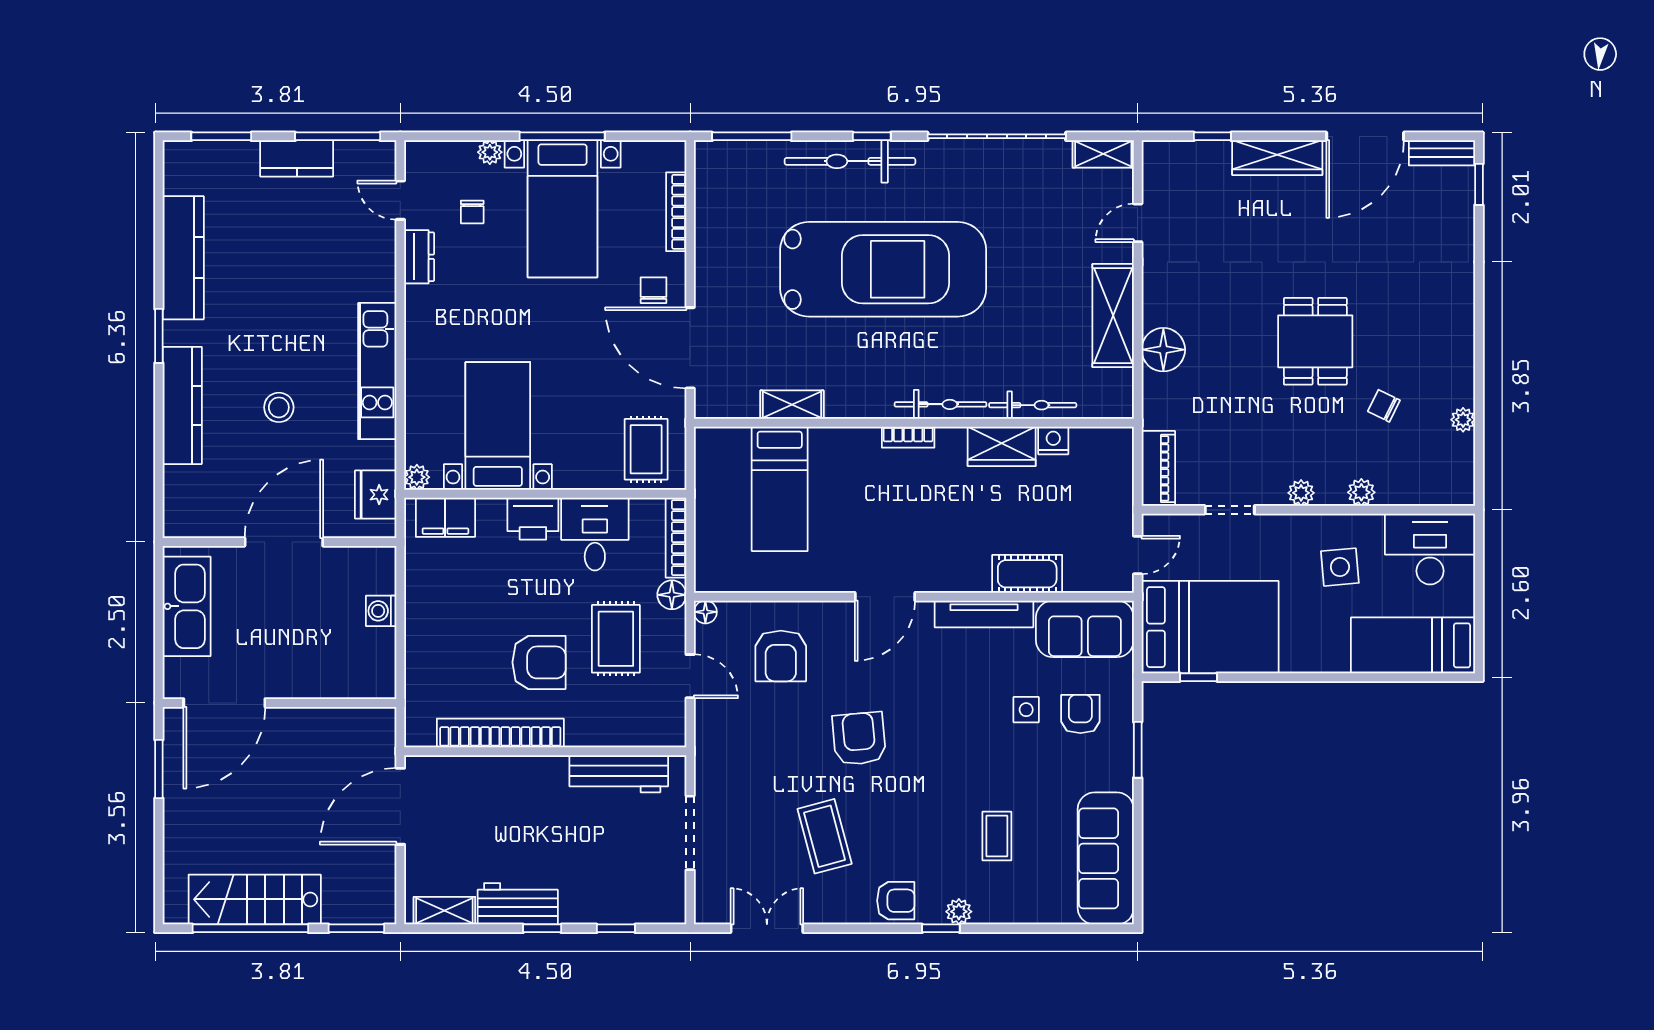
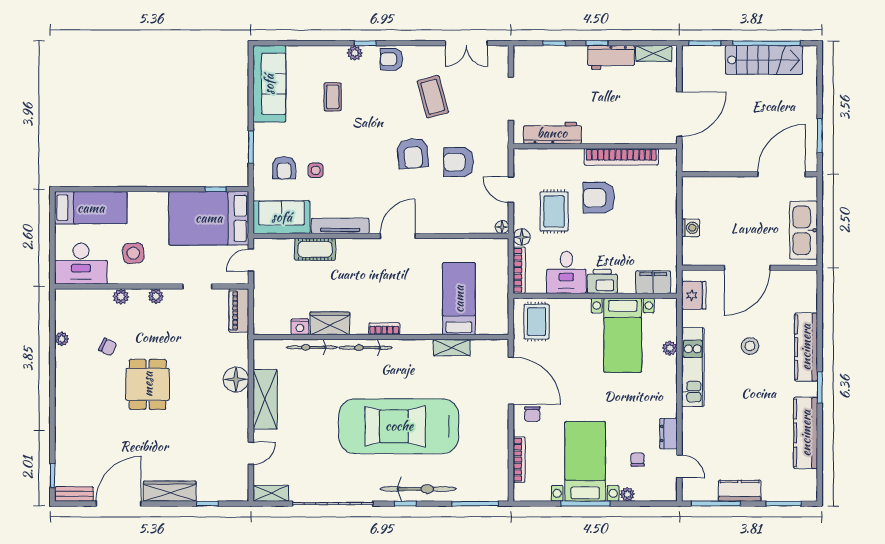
plant: (417, 477) -> (670, 348), moved
armchair: (781, 656) -> (459, 162), moved, turned -90

